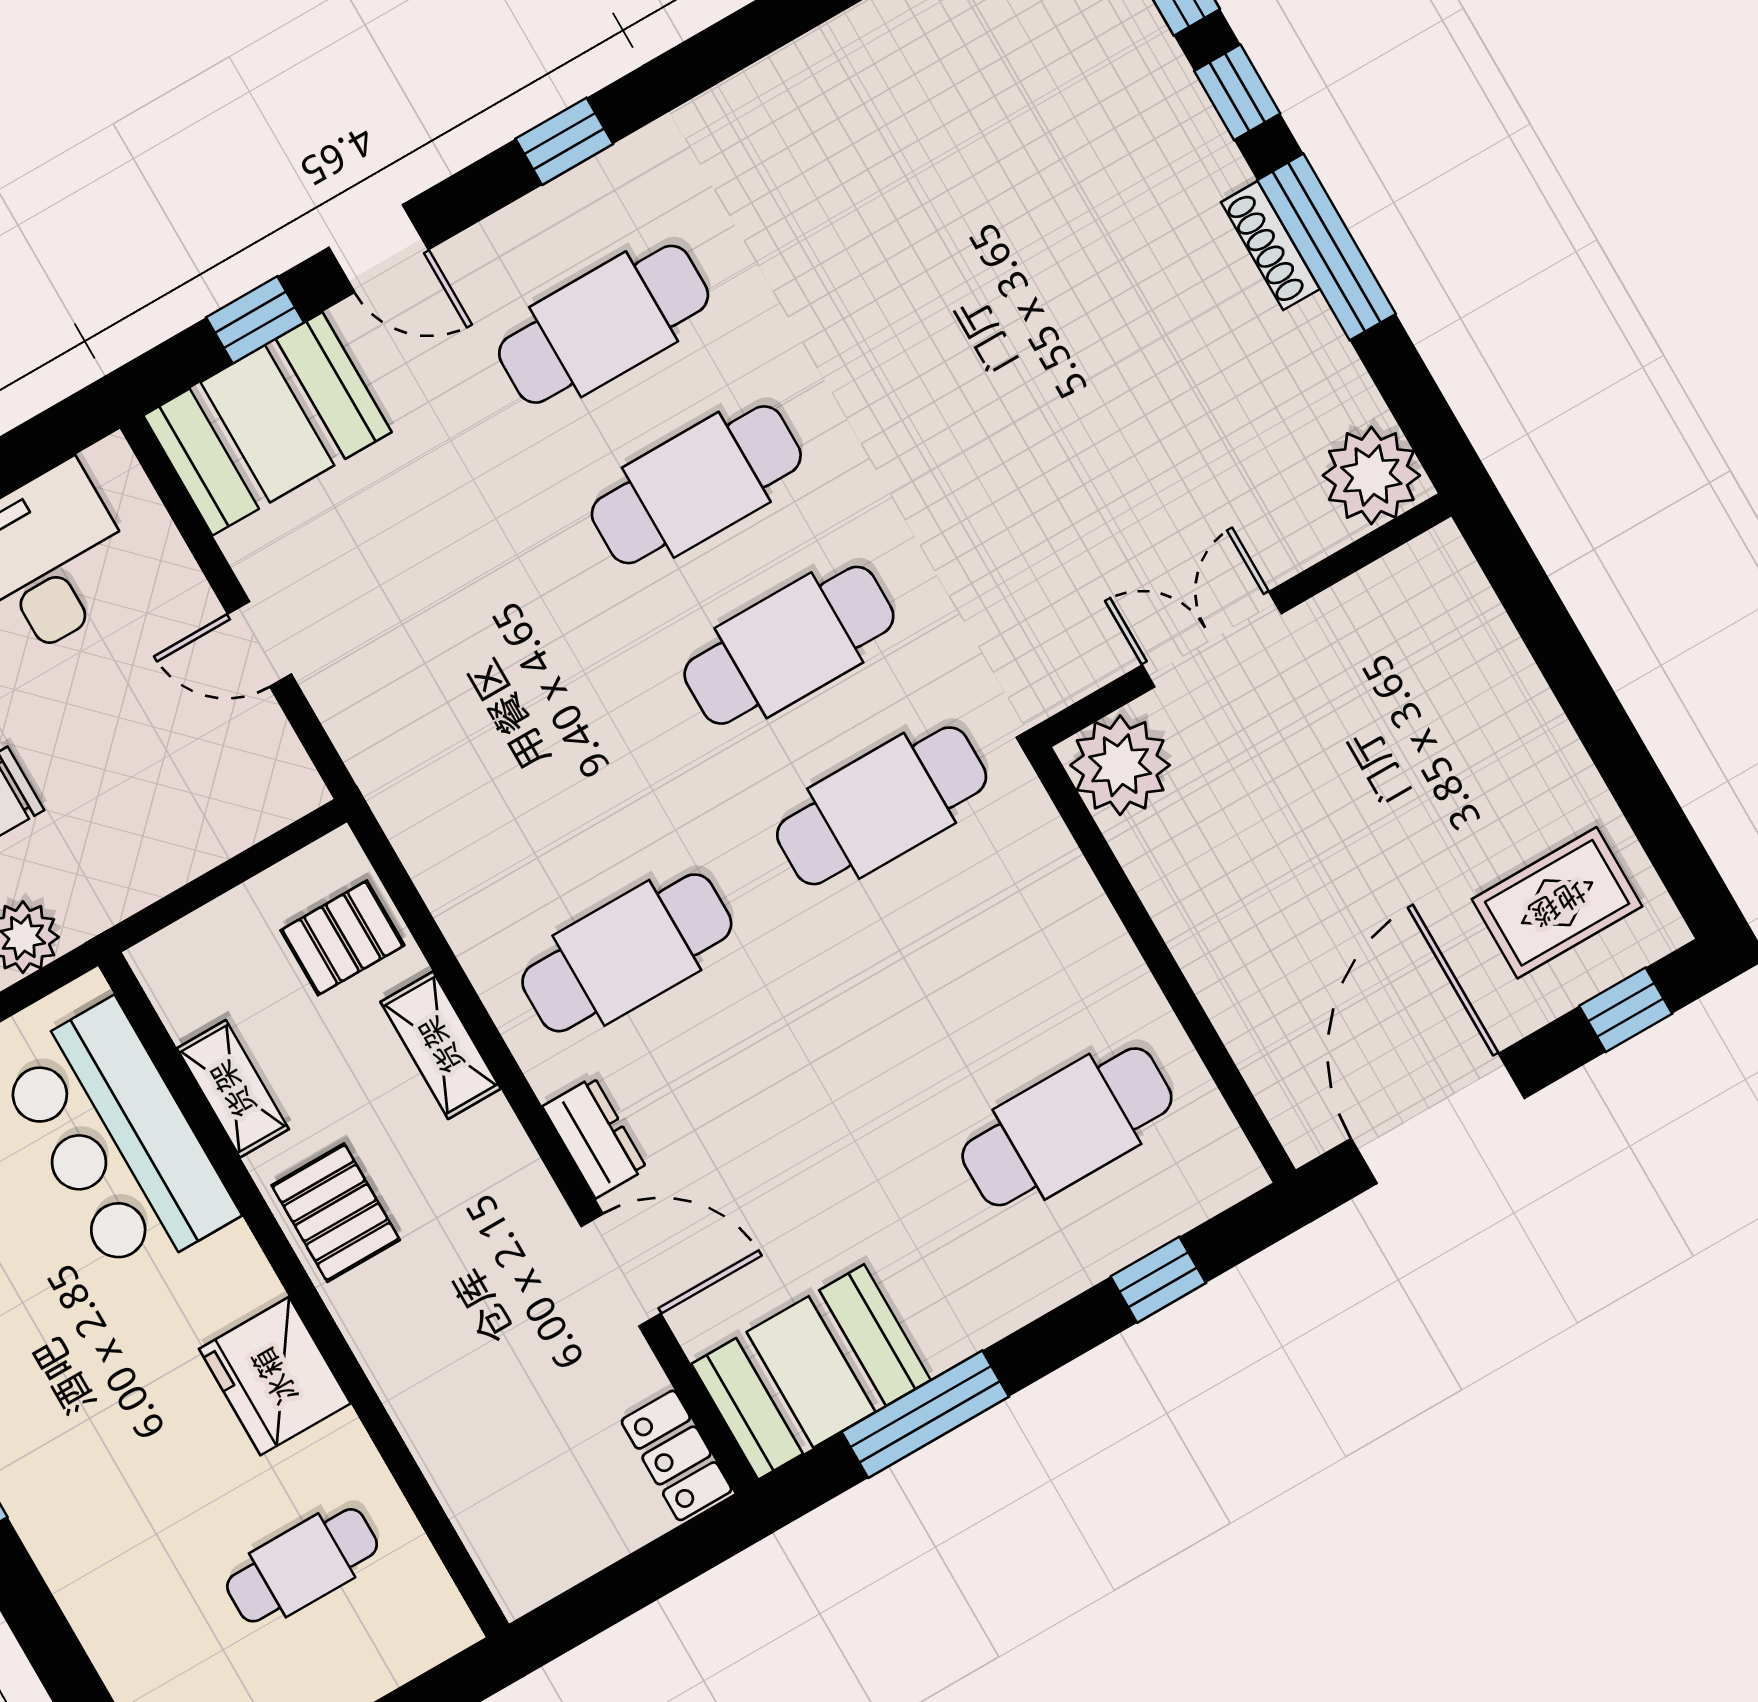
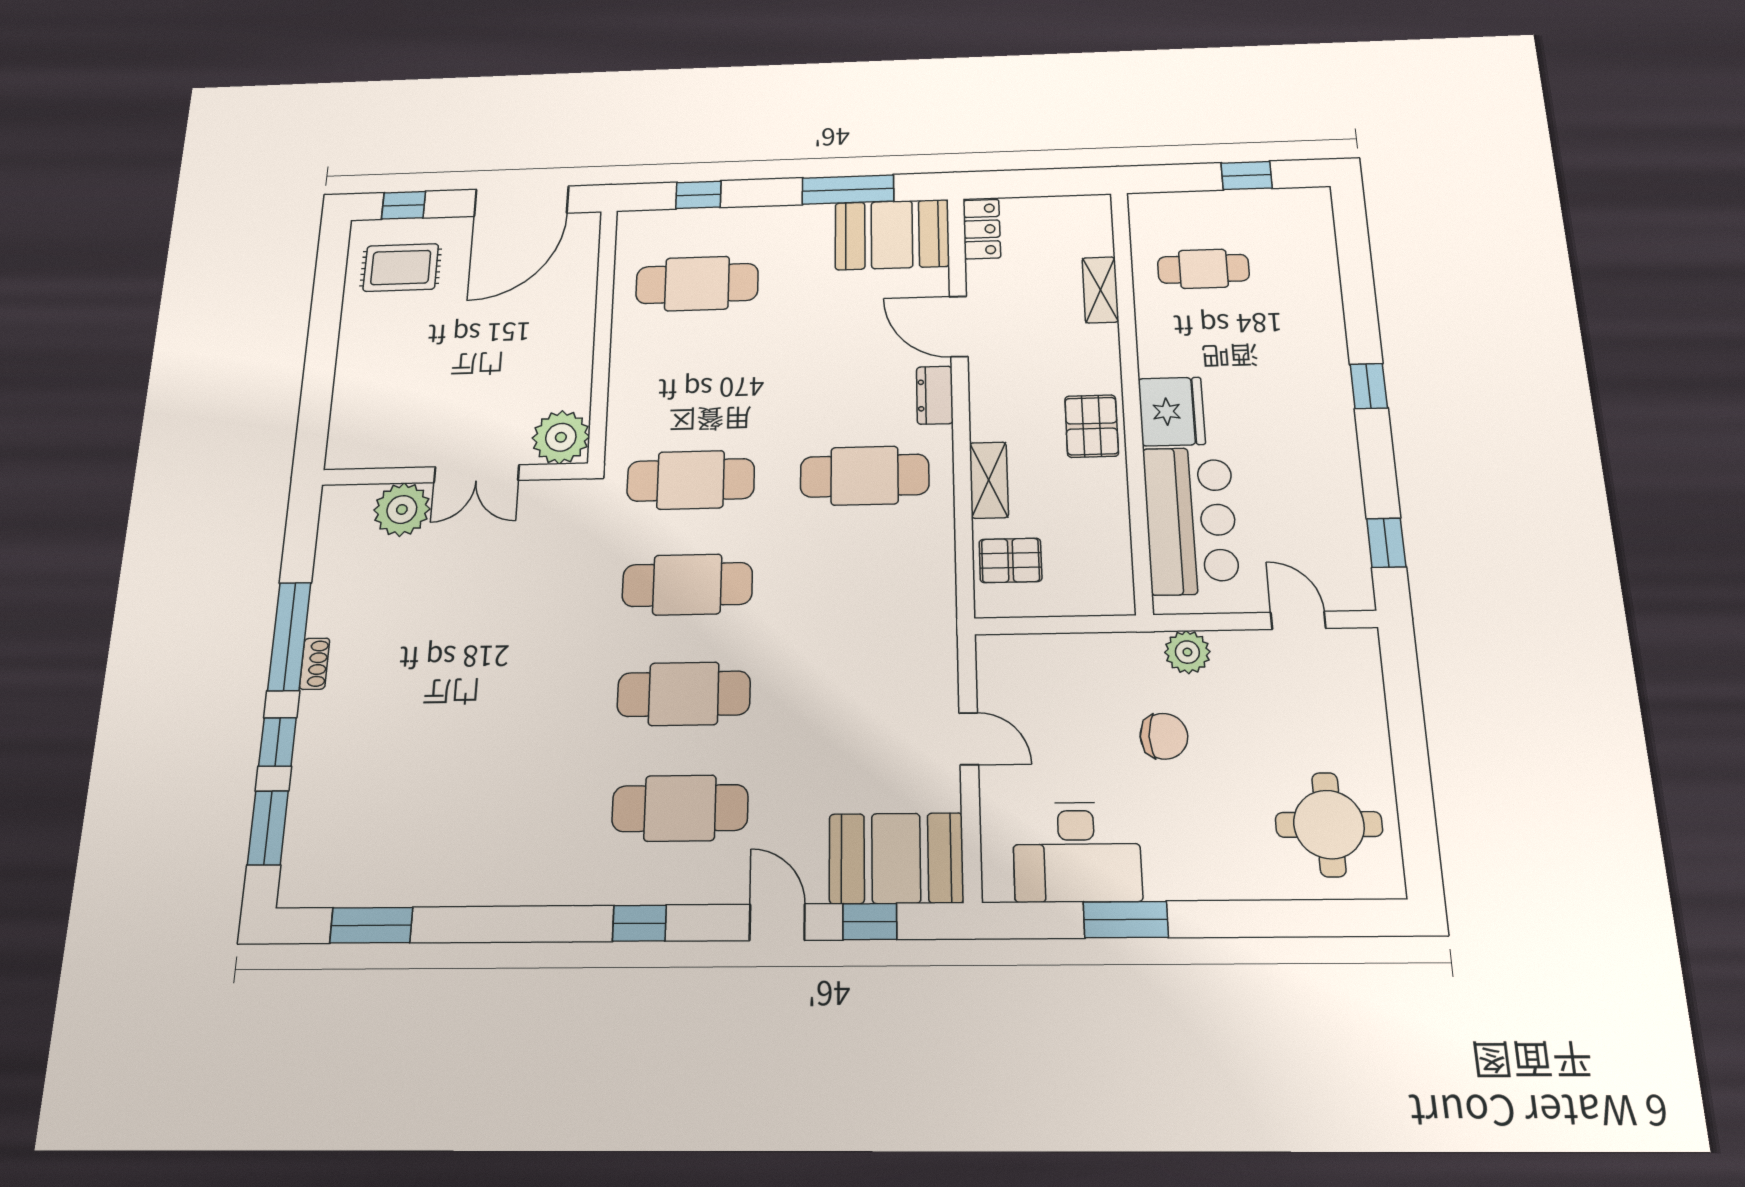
shoe rack: (1270, 246) -> (315, 664), width x0.70
plant: (1371, 475) -> (402, 509), moved
shelving: (233, 1089) -> (1100, 290), moved
fridge: (275, 1376) -> (1172, 411), moved

